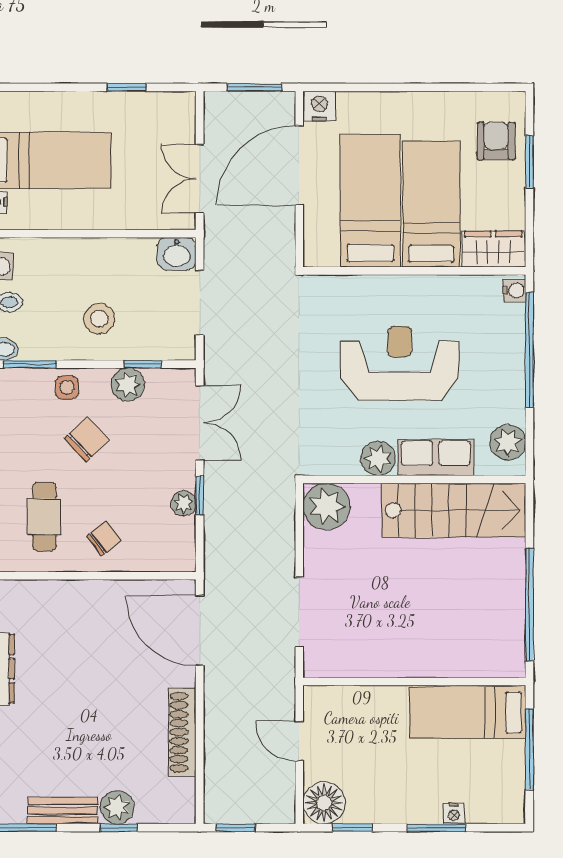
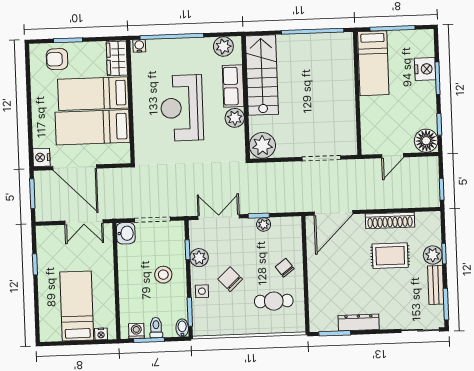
rug: (119, 730) -> (390, 256), added
nightstand: (454, 814) -> (425, 69), width x1.89, depth x1.79

